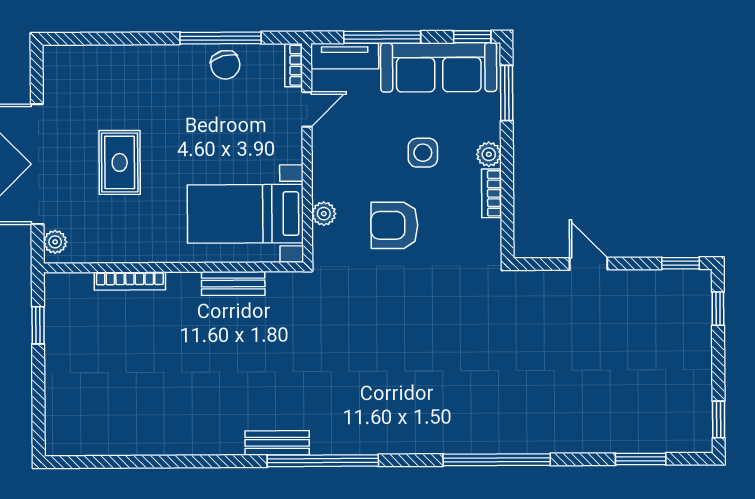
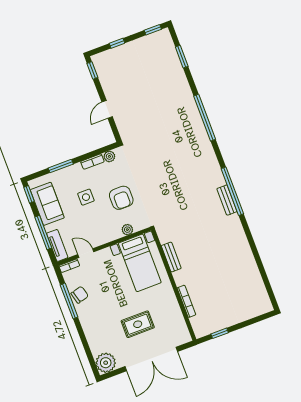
sofa: (439, 67) -> (47, 204), width x0.73
window: (507, 93) -> (61, 166), moved
plant: (489, 154) -> (109, 156), moved
plant: (55, 242) -> (106, 363), moved, width x1.88, depth x1.88
window: (718, 309) -> (117, 43), moved
bench: (277, 443) -> (227, 200), moved

